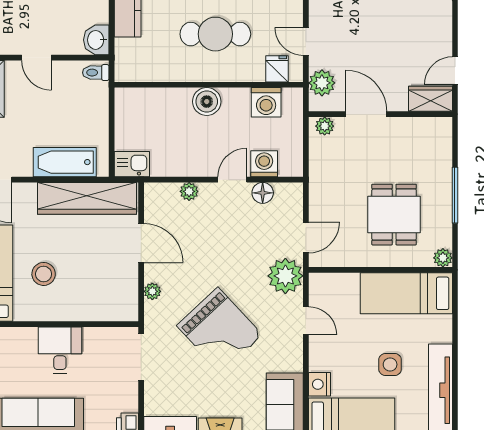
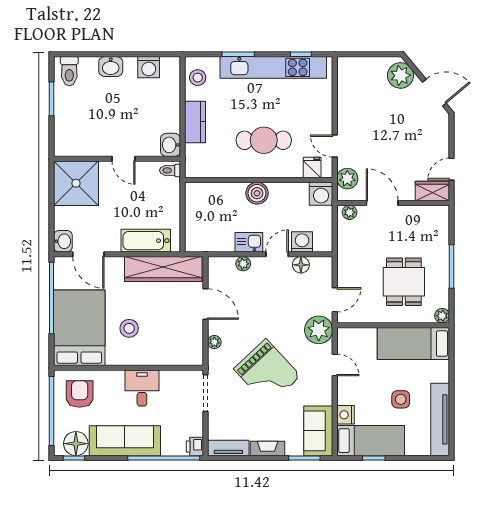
washing machine: (266, 102) -> (321, 194), moved
kitchen sink: (132, 164) -> (249, 242), moved

